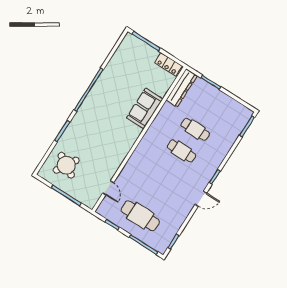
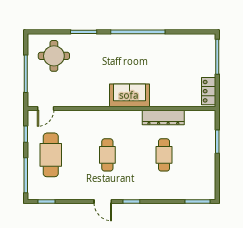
dresser: (182, 88) -> (163, 118), moved
sofa: (145, 108) -> (129, 95), moved
cafe table: (181, 151) -> (107, 155), moved
round table: (66, 165) -> (54, 56), turned -31
door: (108, 188) -> (46, 108), moved

